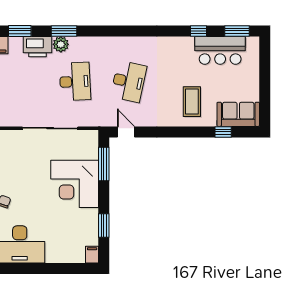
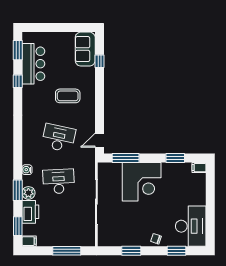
water cooler: (89, 43) -> (27, 170), added
coffee table: (192, 102) -> (68, 96), moved

